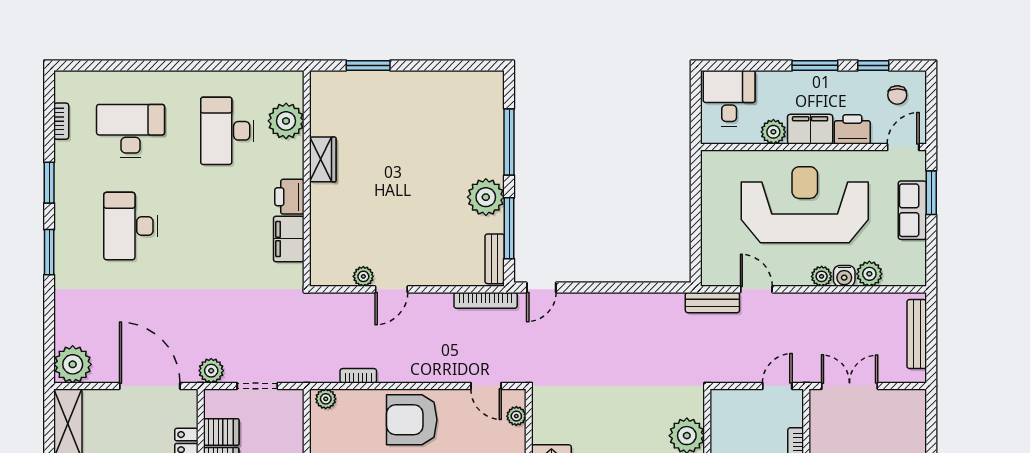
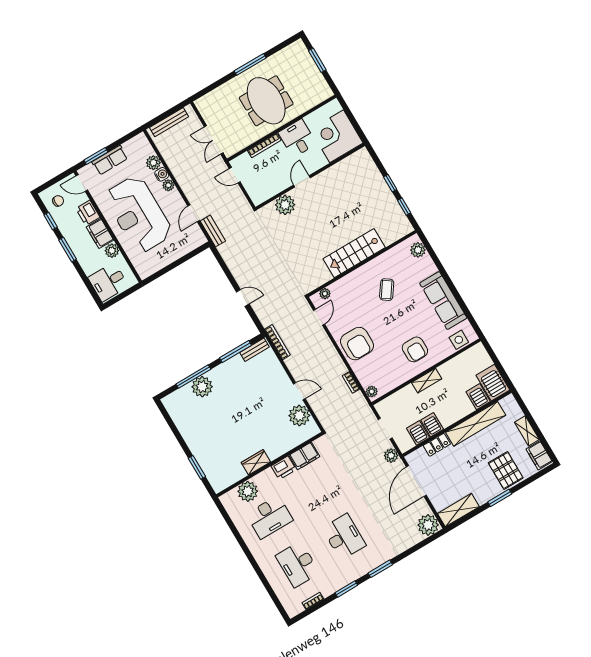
plant: (486, 197) -> (202, 387), moved
desk: (131, 226) -> (344, 537), turned -90
plant: (363, 276) -> (299, 416), width x1.88, depth x1.88
door: (541, 287) -> (243, 298), moved

